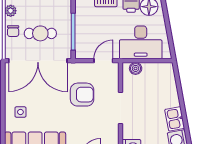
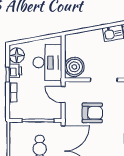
boiler: (136, 68) -> (74, 67), width x1.86, depth x1.86
armchair: (82, 95) -> (92, 113), turned 90

